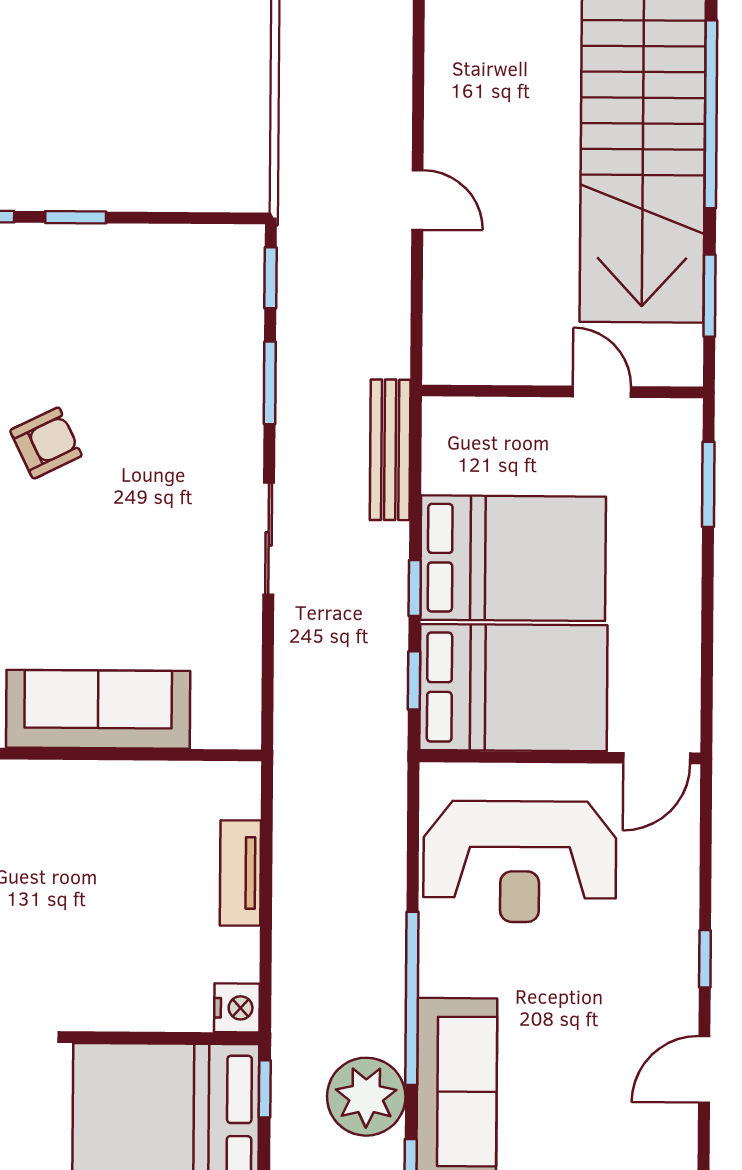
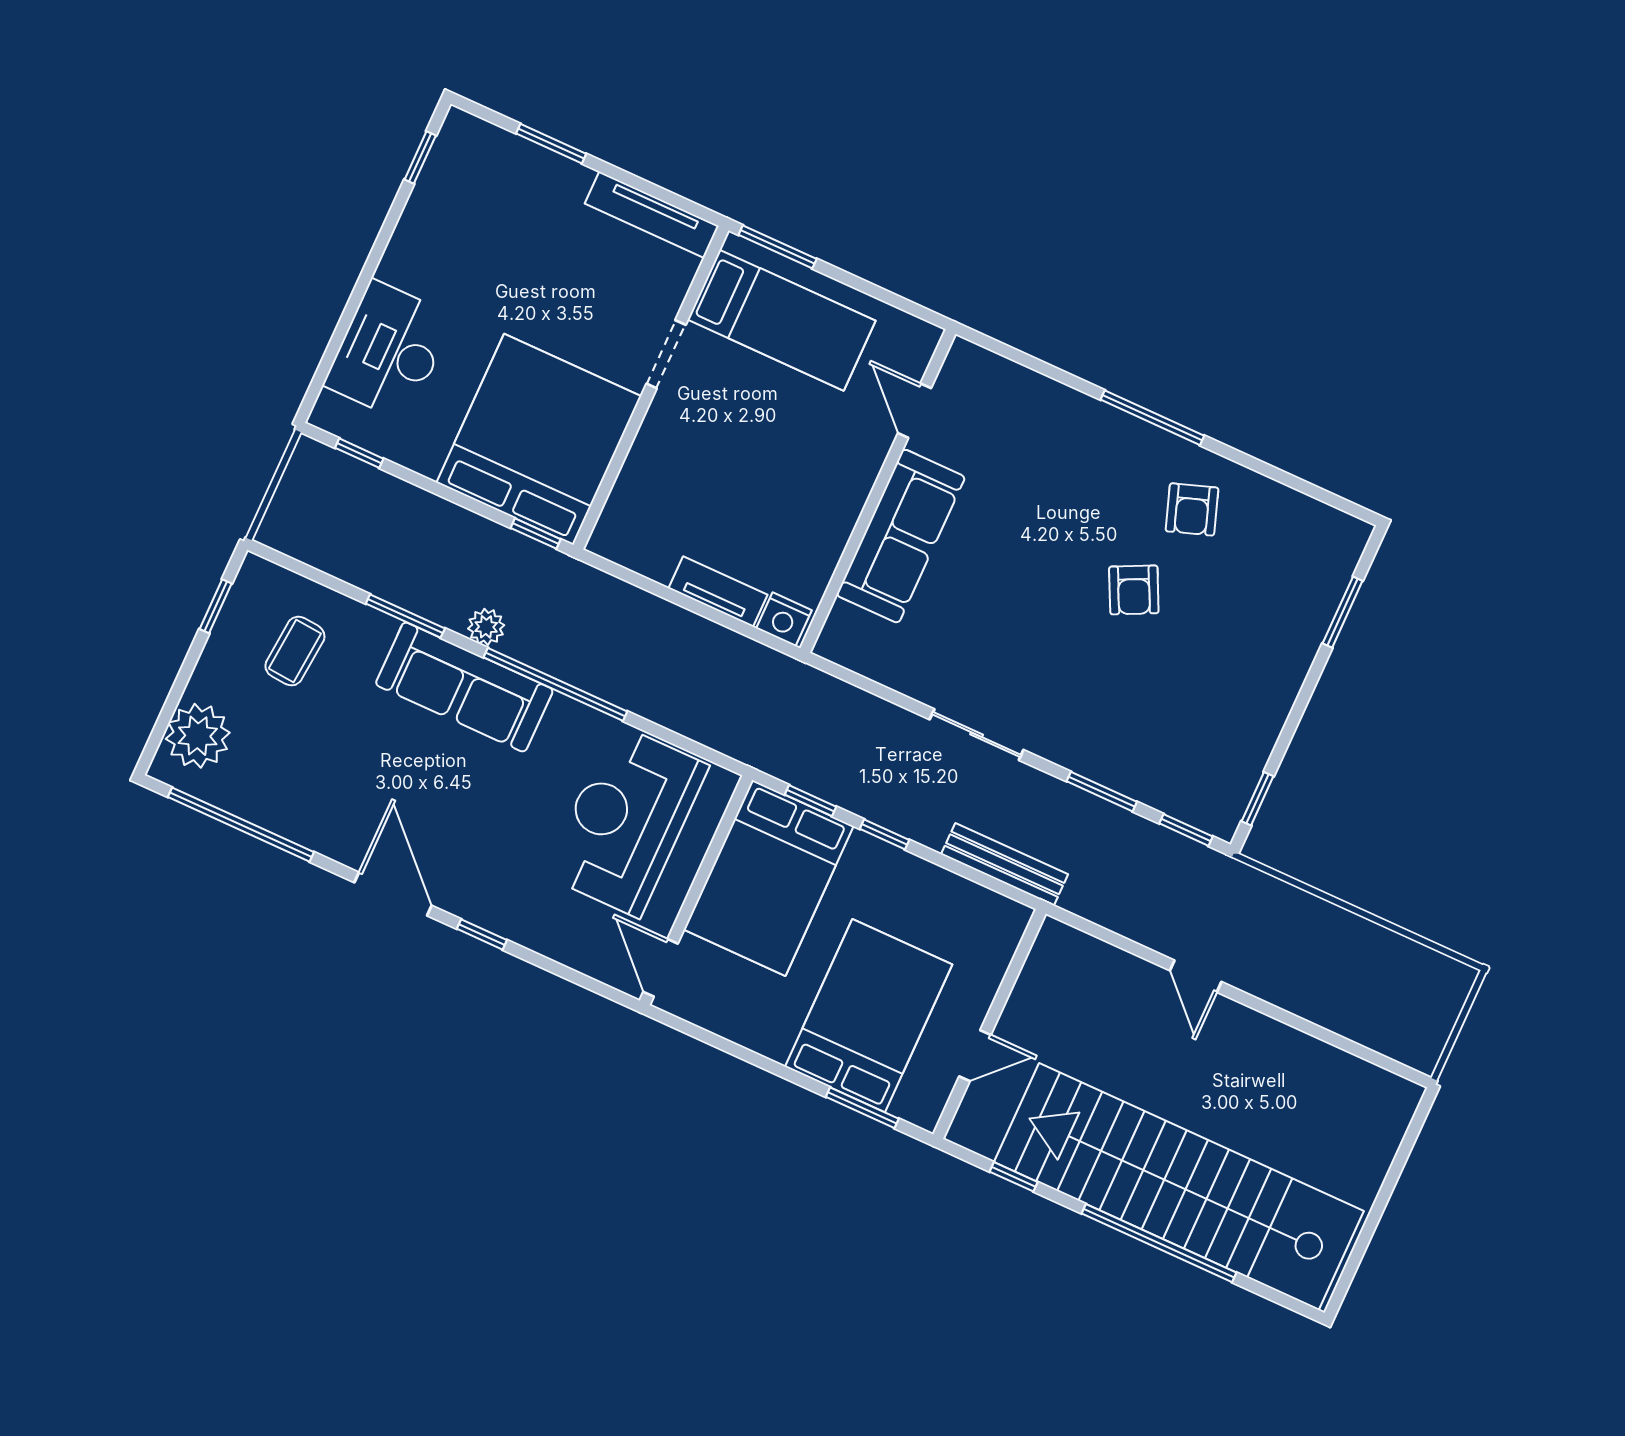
door: (417, 200) -> (1196, 976), hinge flipped
window: (76, 217) -> (1257, 799), moved
window: (710, 296) -> (1014, 1177), width x0.67
bed: (513, 558) -> (869, 1016), moved, turned 180
nightstand: (237, 1008) -> (784, 619), moved
door: (704, 1069) -> (393, 894), width x1.38
plant: (366, 1097) -> (486, 627), width x0.53, depth x0.53

